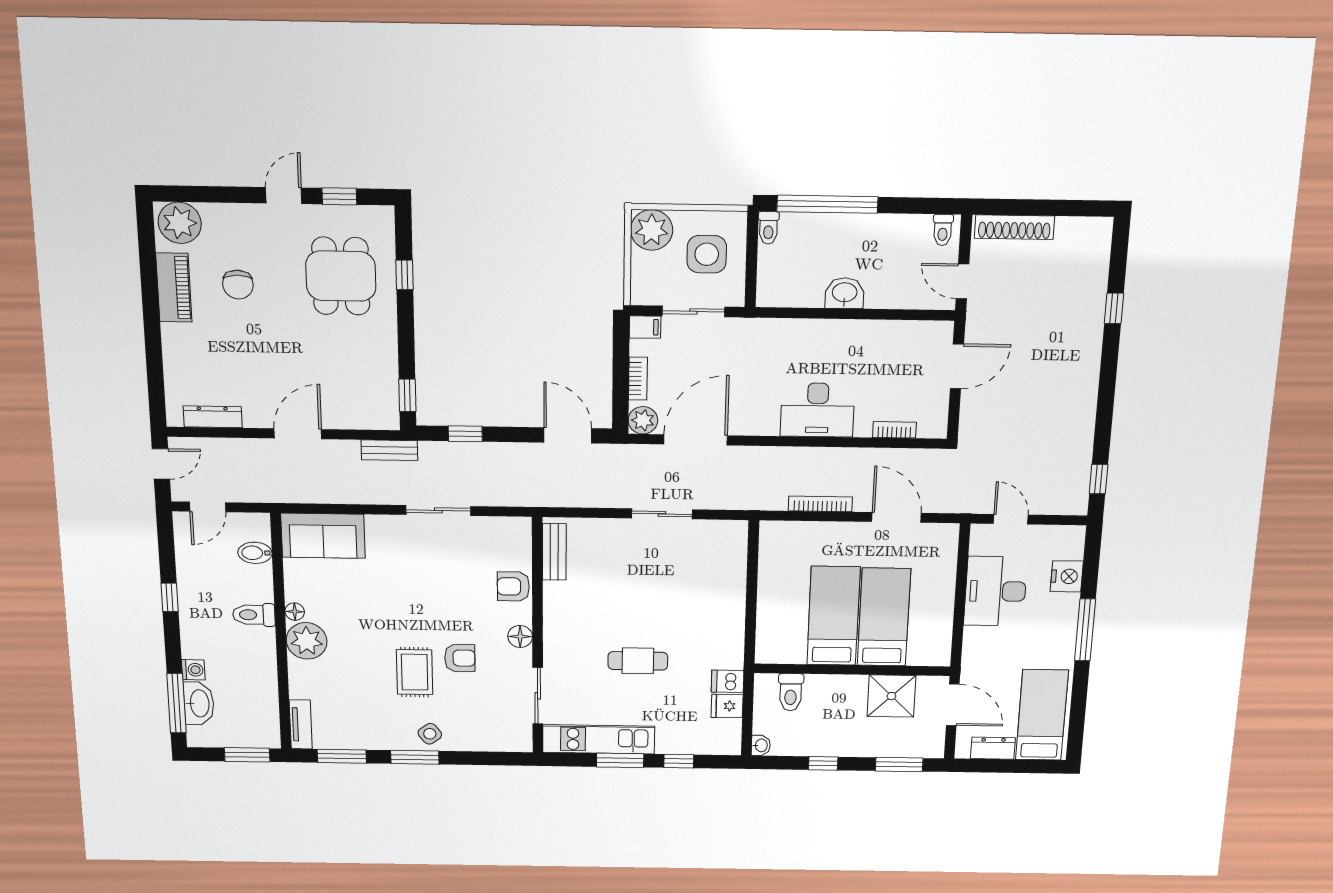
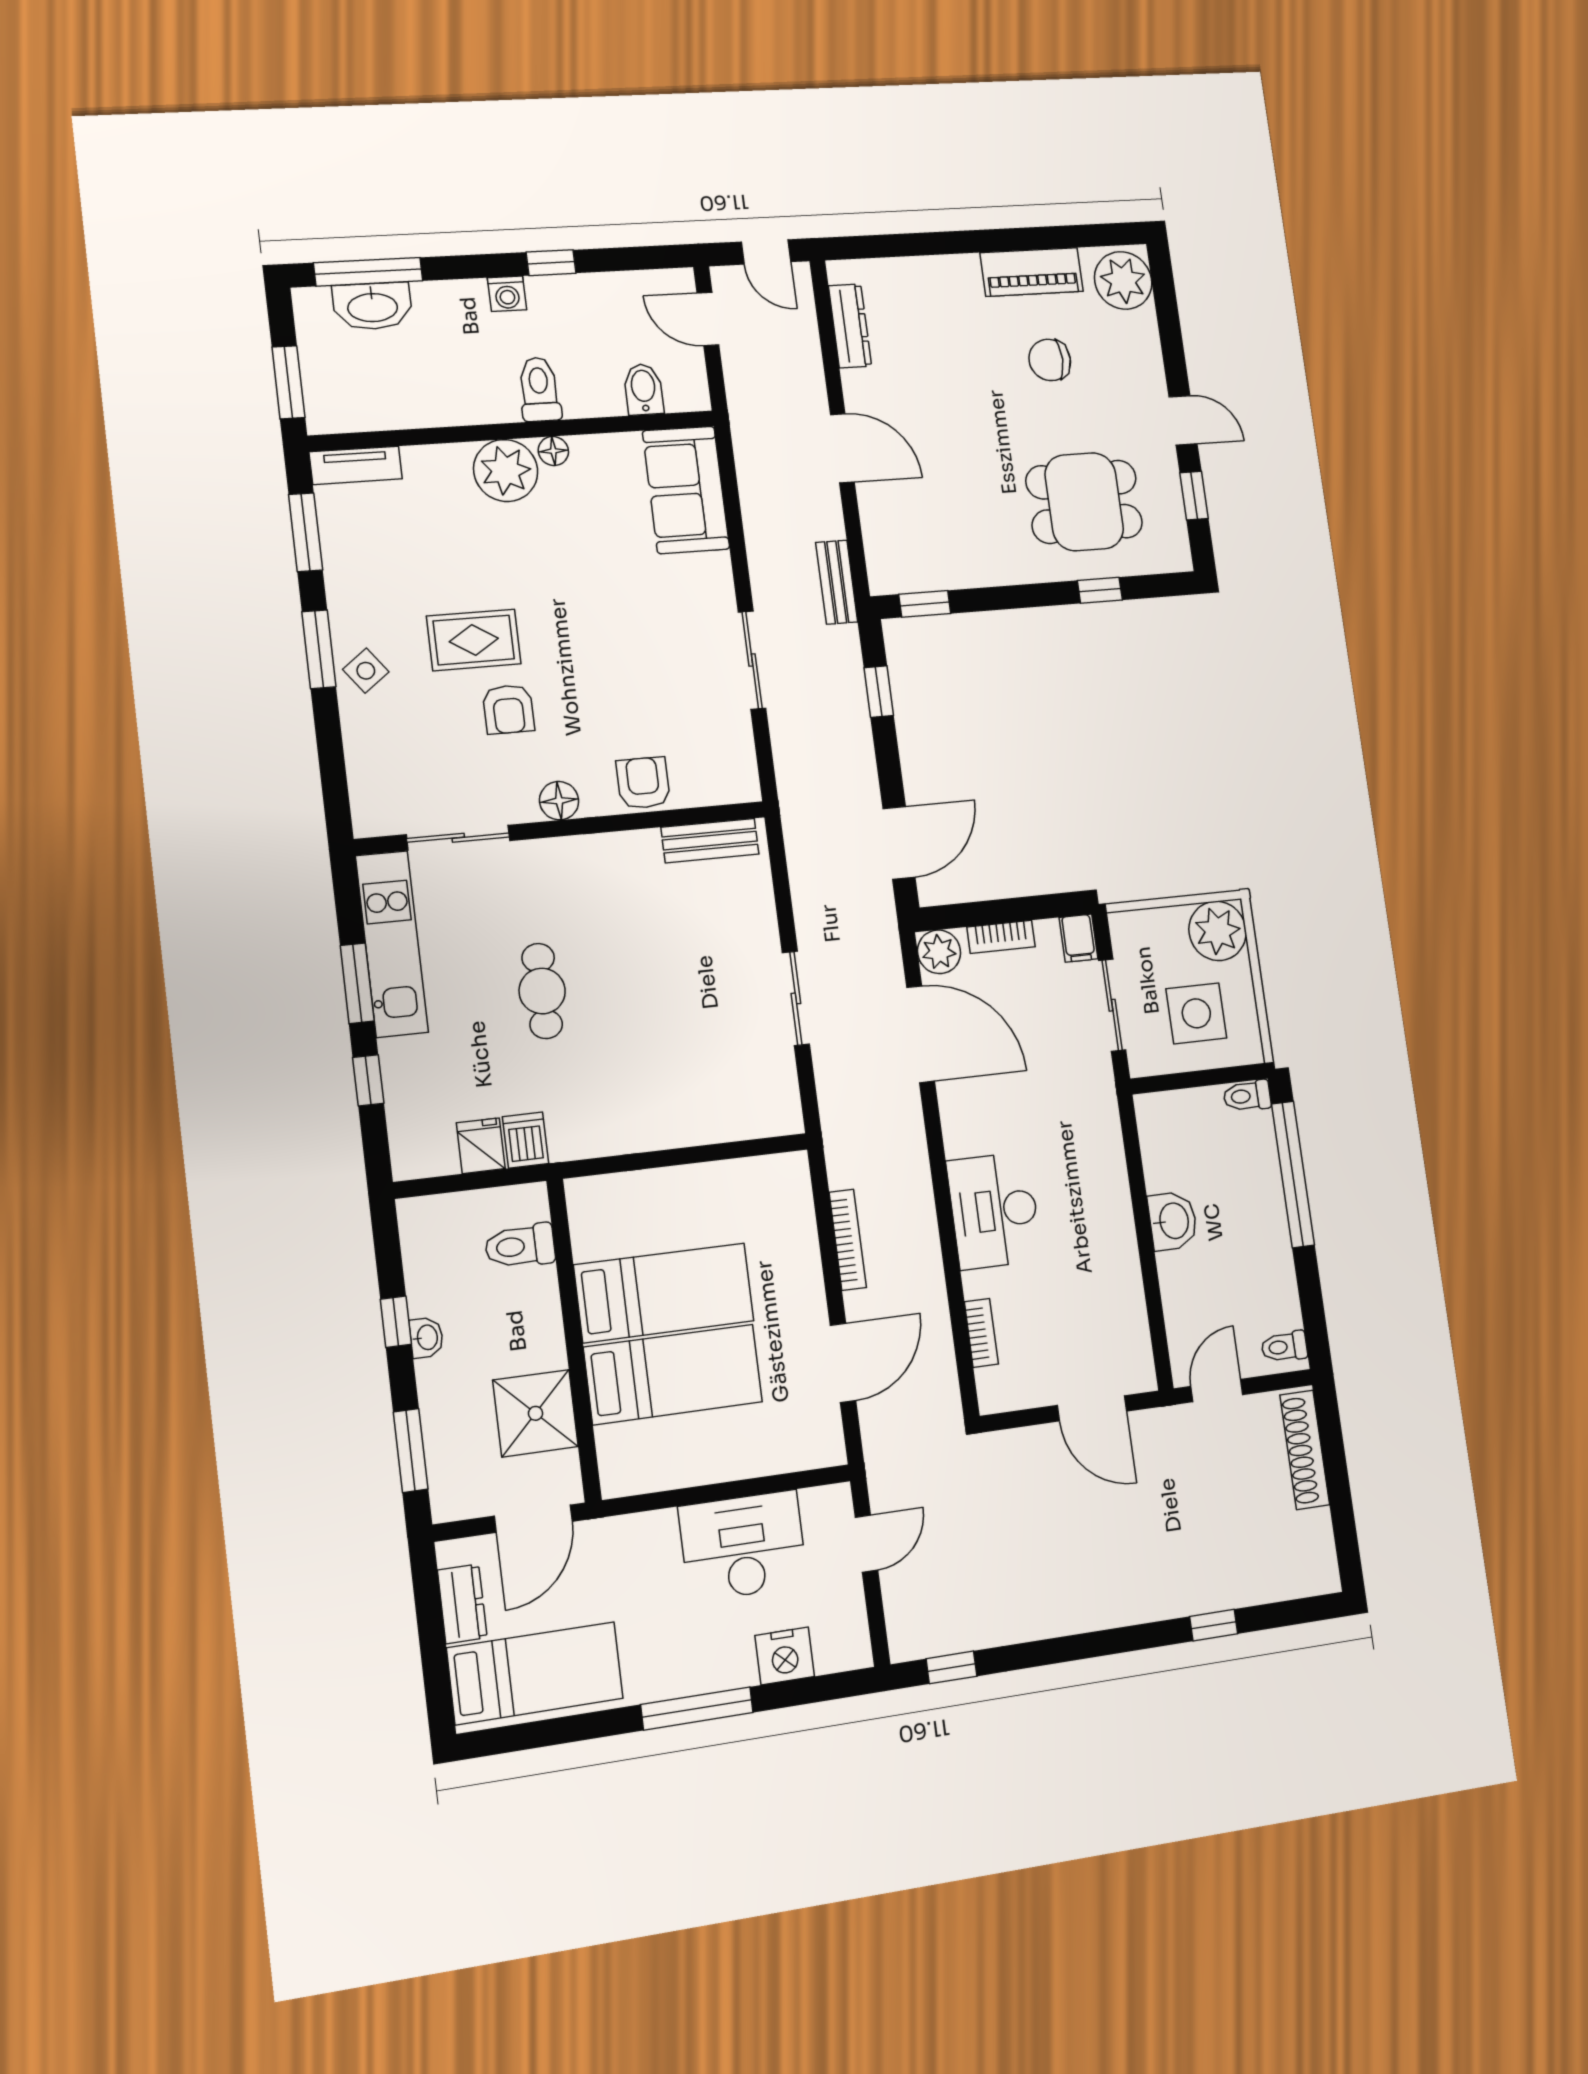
washing machine: (193, 670) -> (507, 294), moved
washbasin: (761, 745) -> (426, 1337), moved, turned -90

